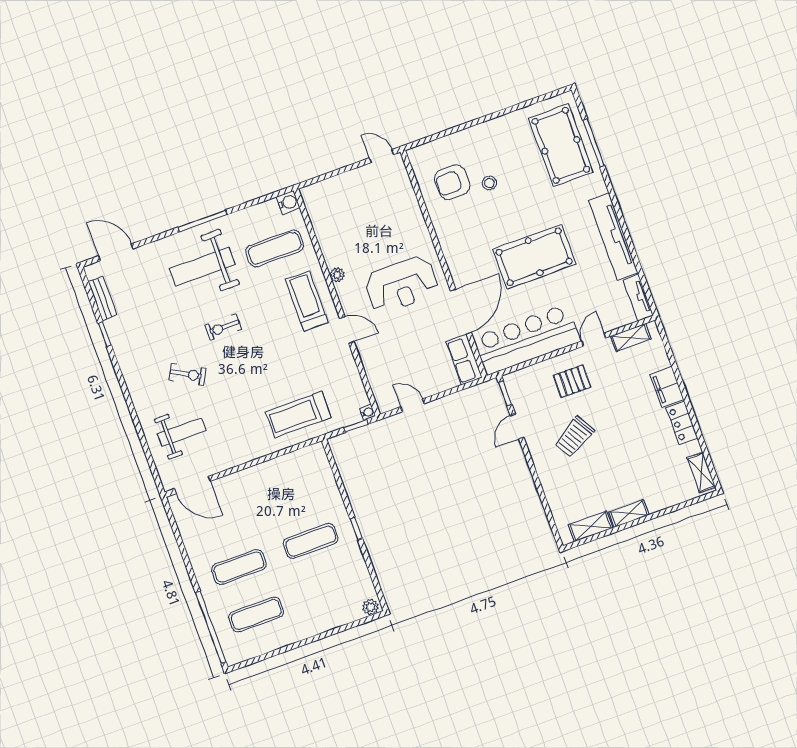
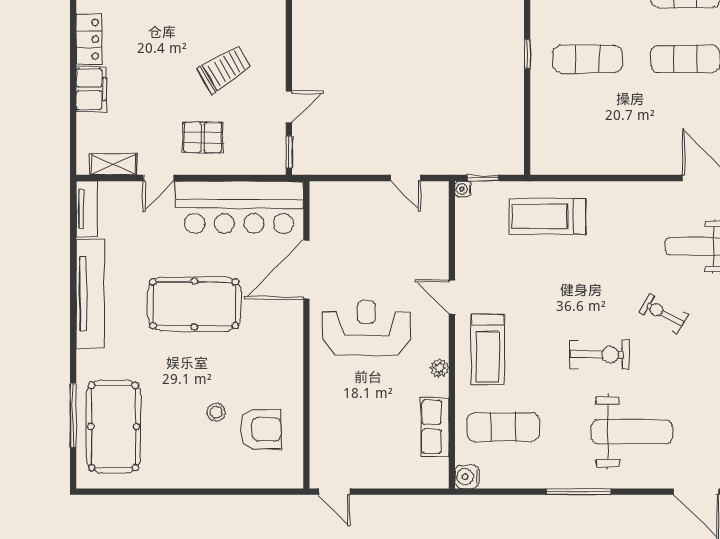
weight bench: (202, 267) -> (632, 432), moved
exercise bike: (223, 327) -> (600, 354), width x1.38, depth x1.39
row of seats: (464, 360) -> (435, 427), moved, turned 180
treadmill: (298, 415) -> (547, 216), turned 180

